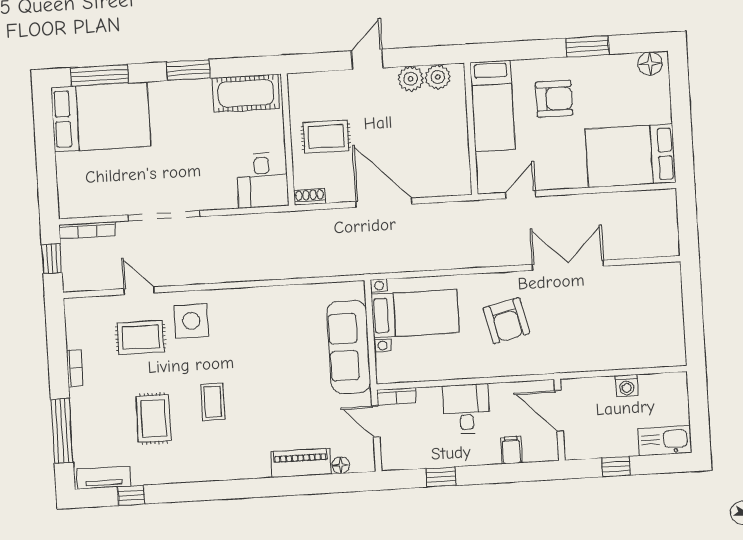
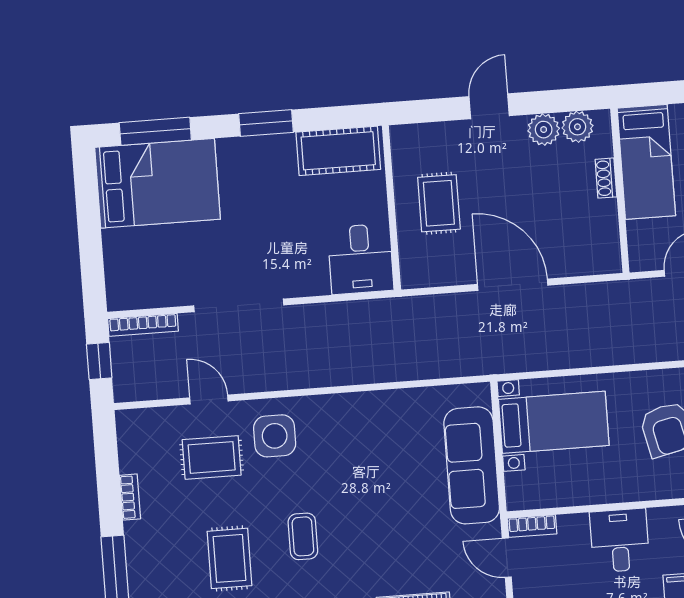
rug: (326, 137) -> (439, 203), turned 90
shoe rack: (310, 197) -> (606, 178), moved, turned -90

